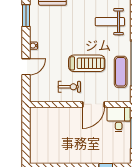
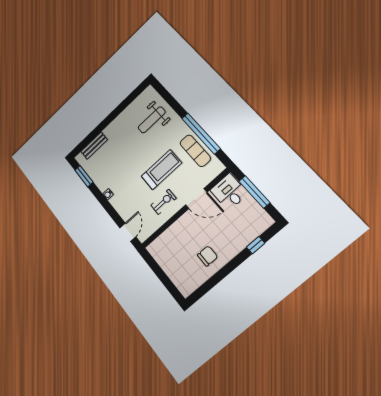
door: (26, 67) -> (128, 232), moved
door: (94, 104) -> (196, 199), hinge flipped
chair: (69, 148) -> (207, 256), added

